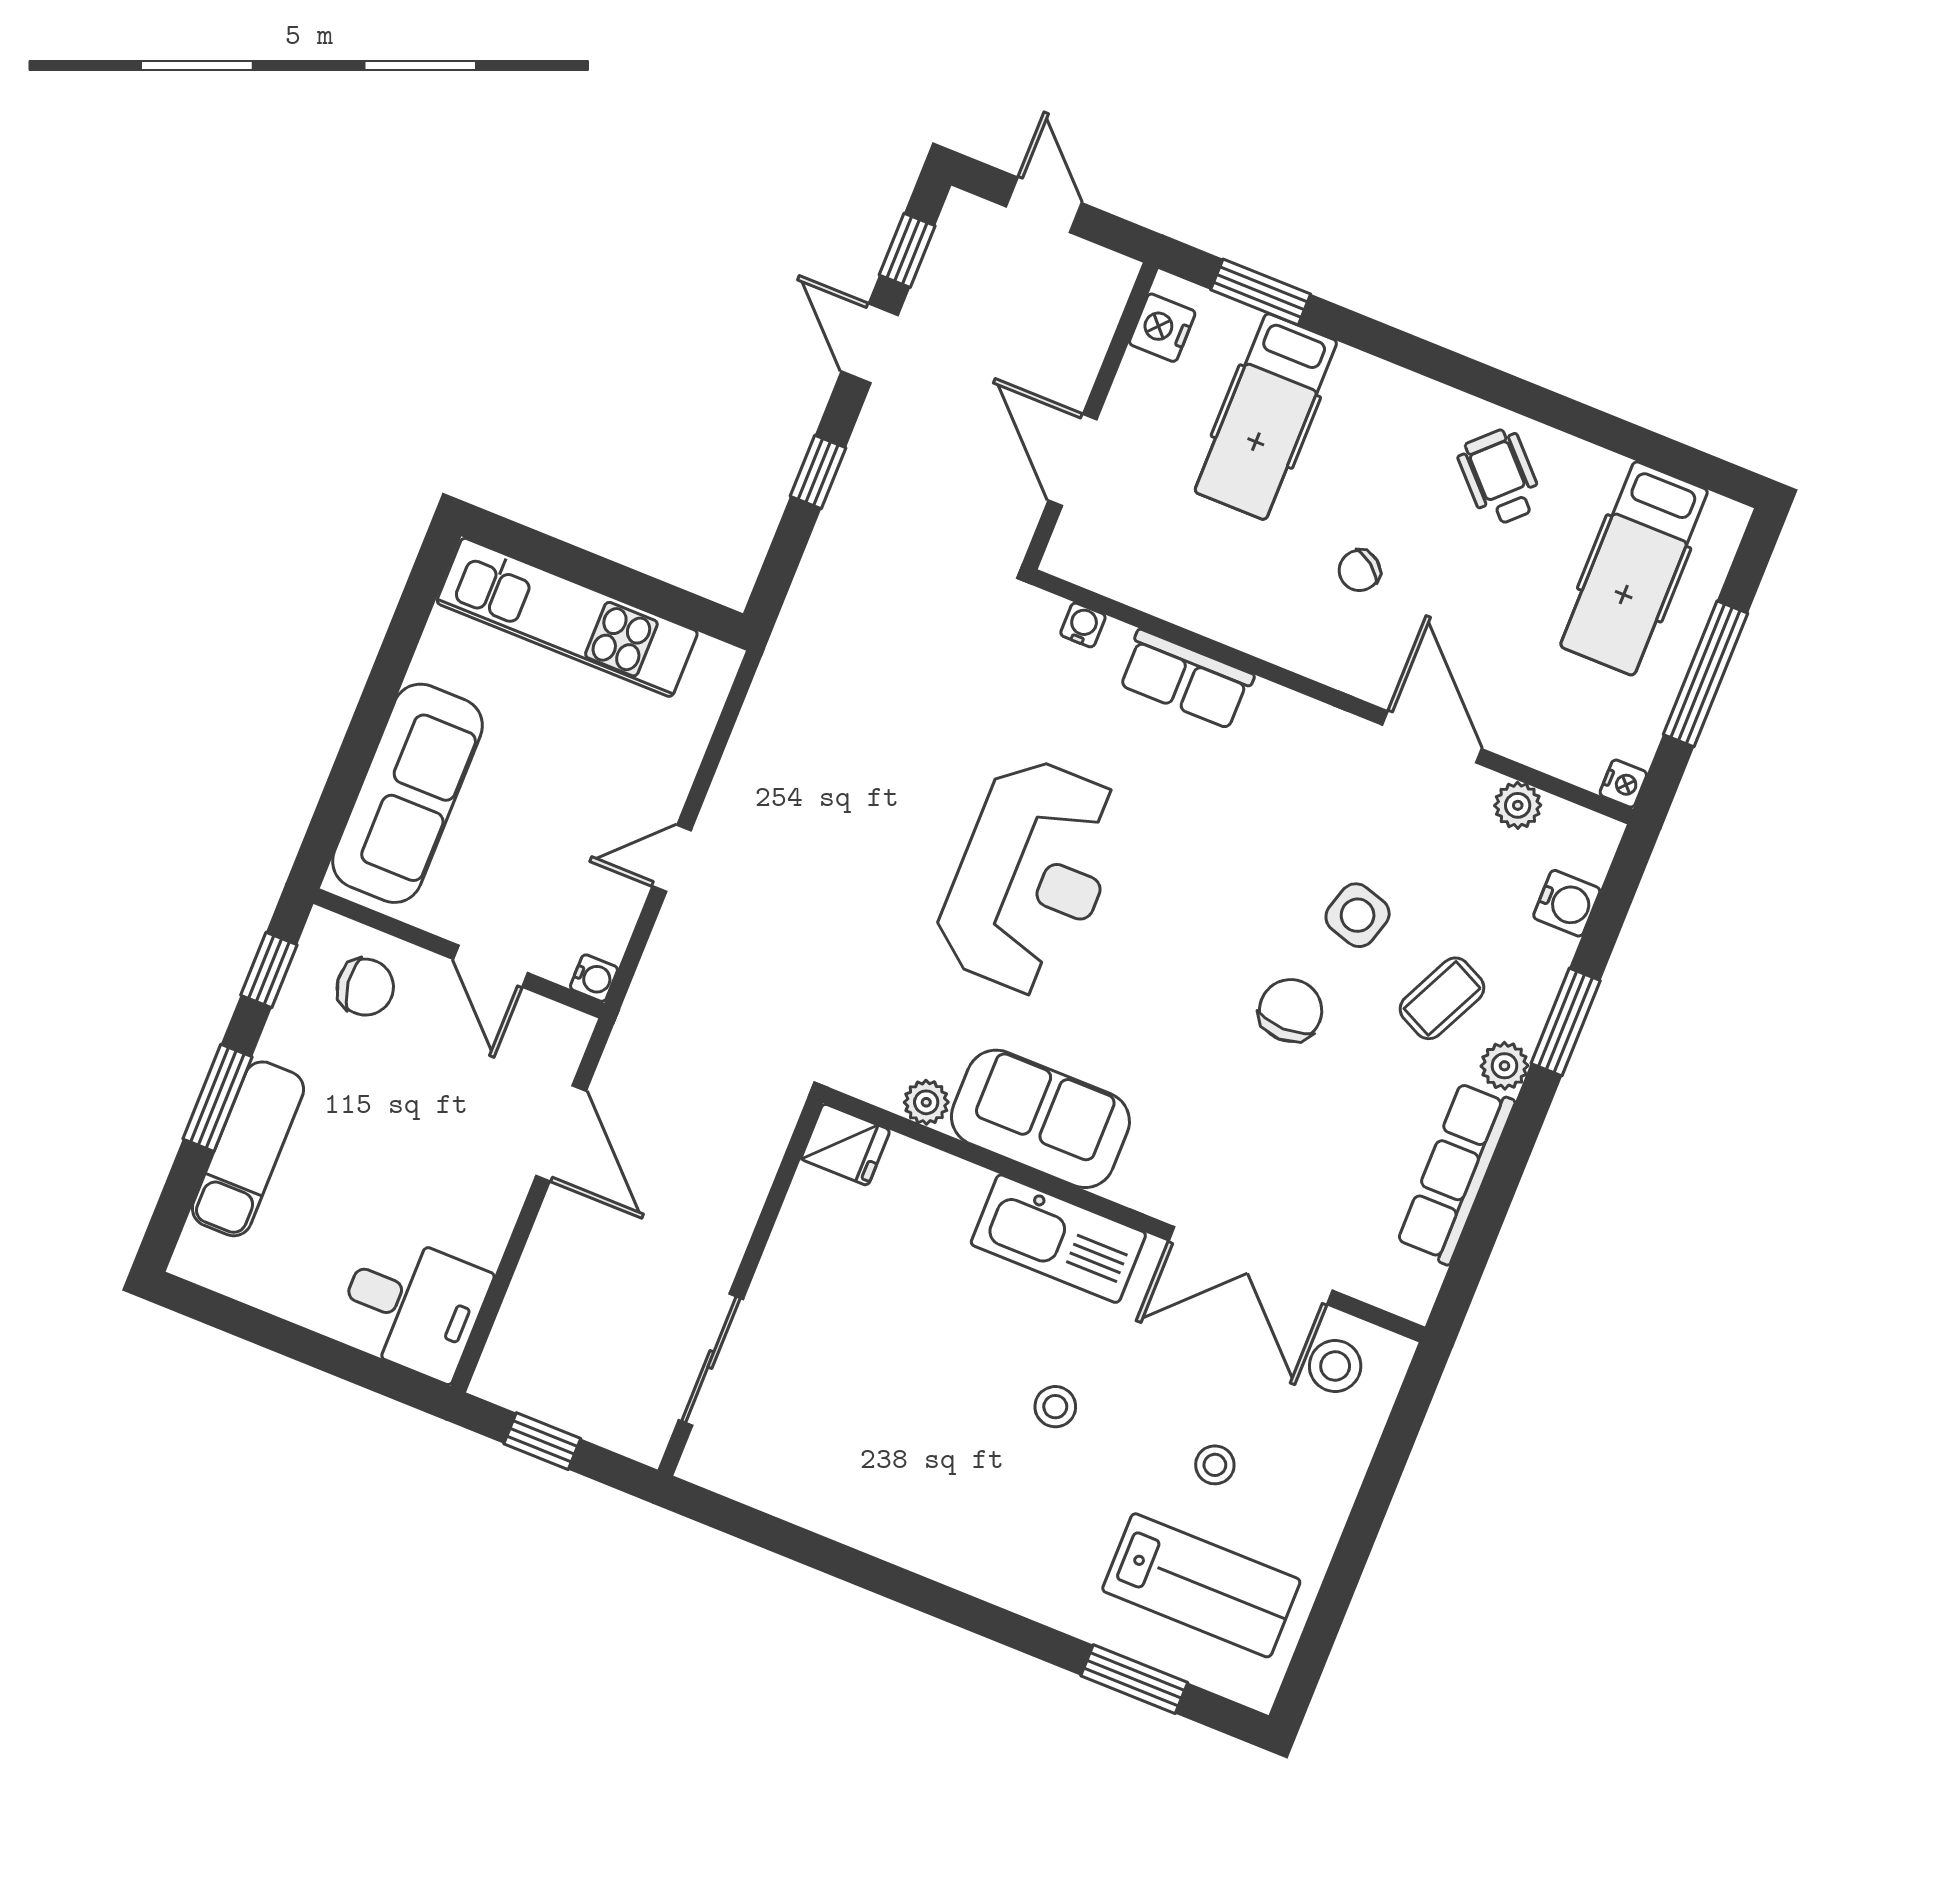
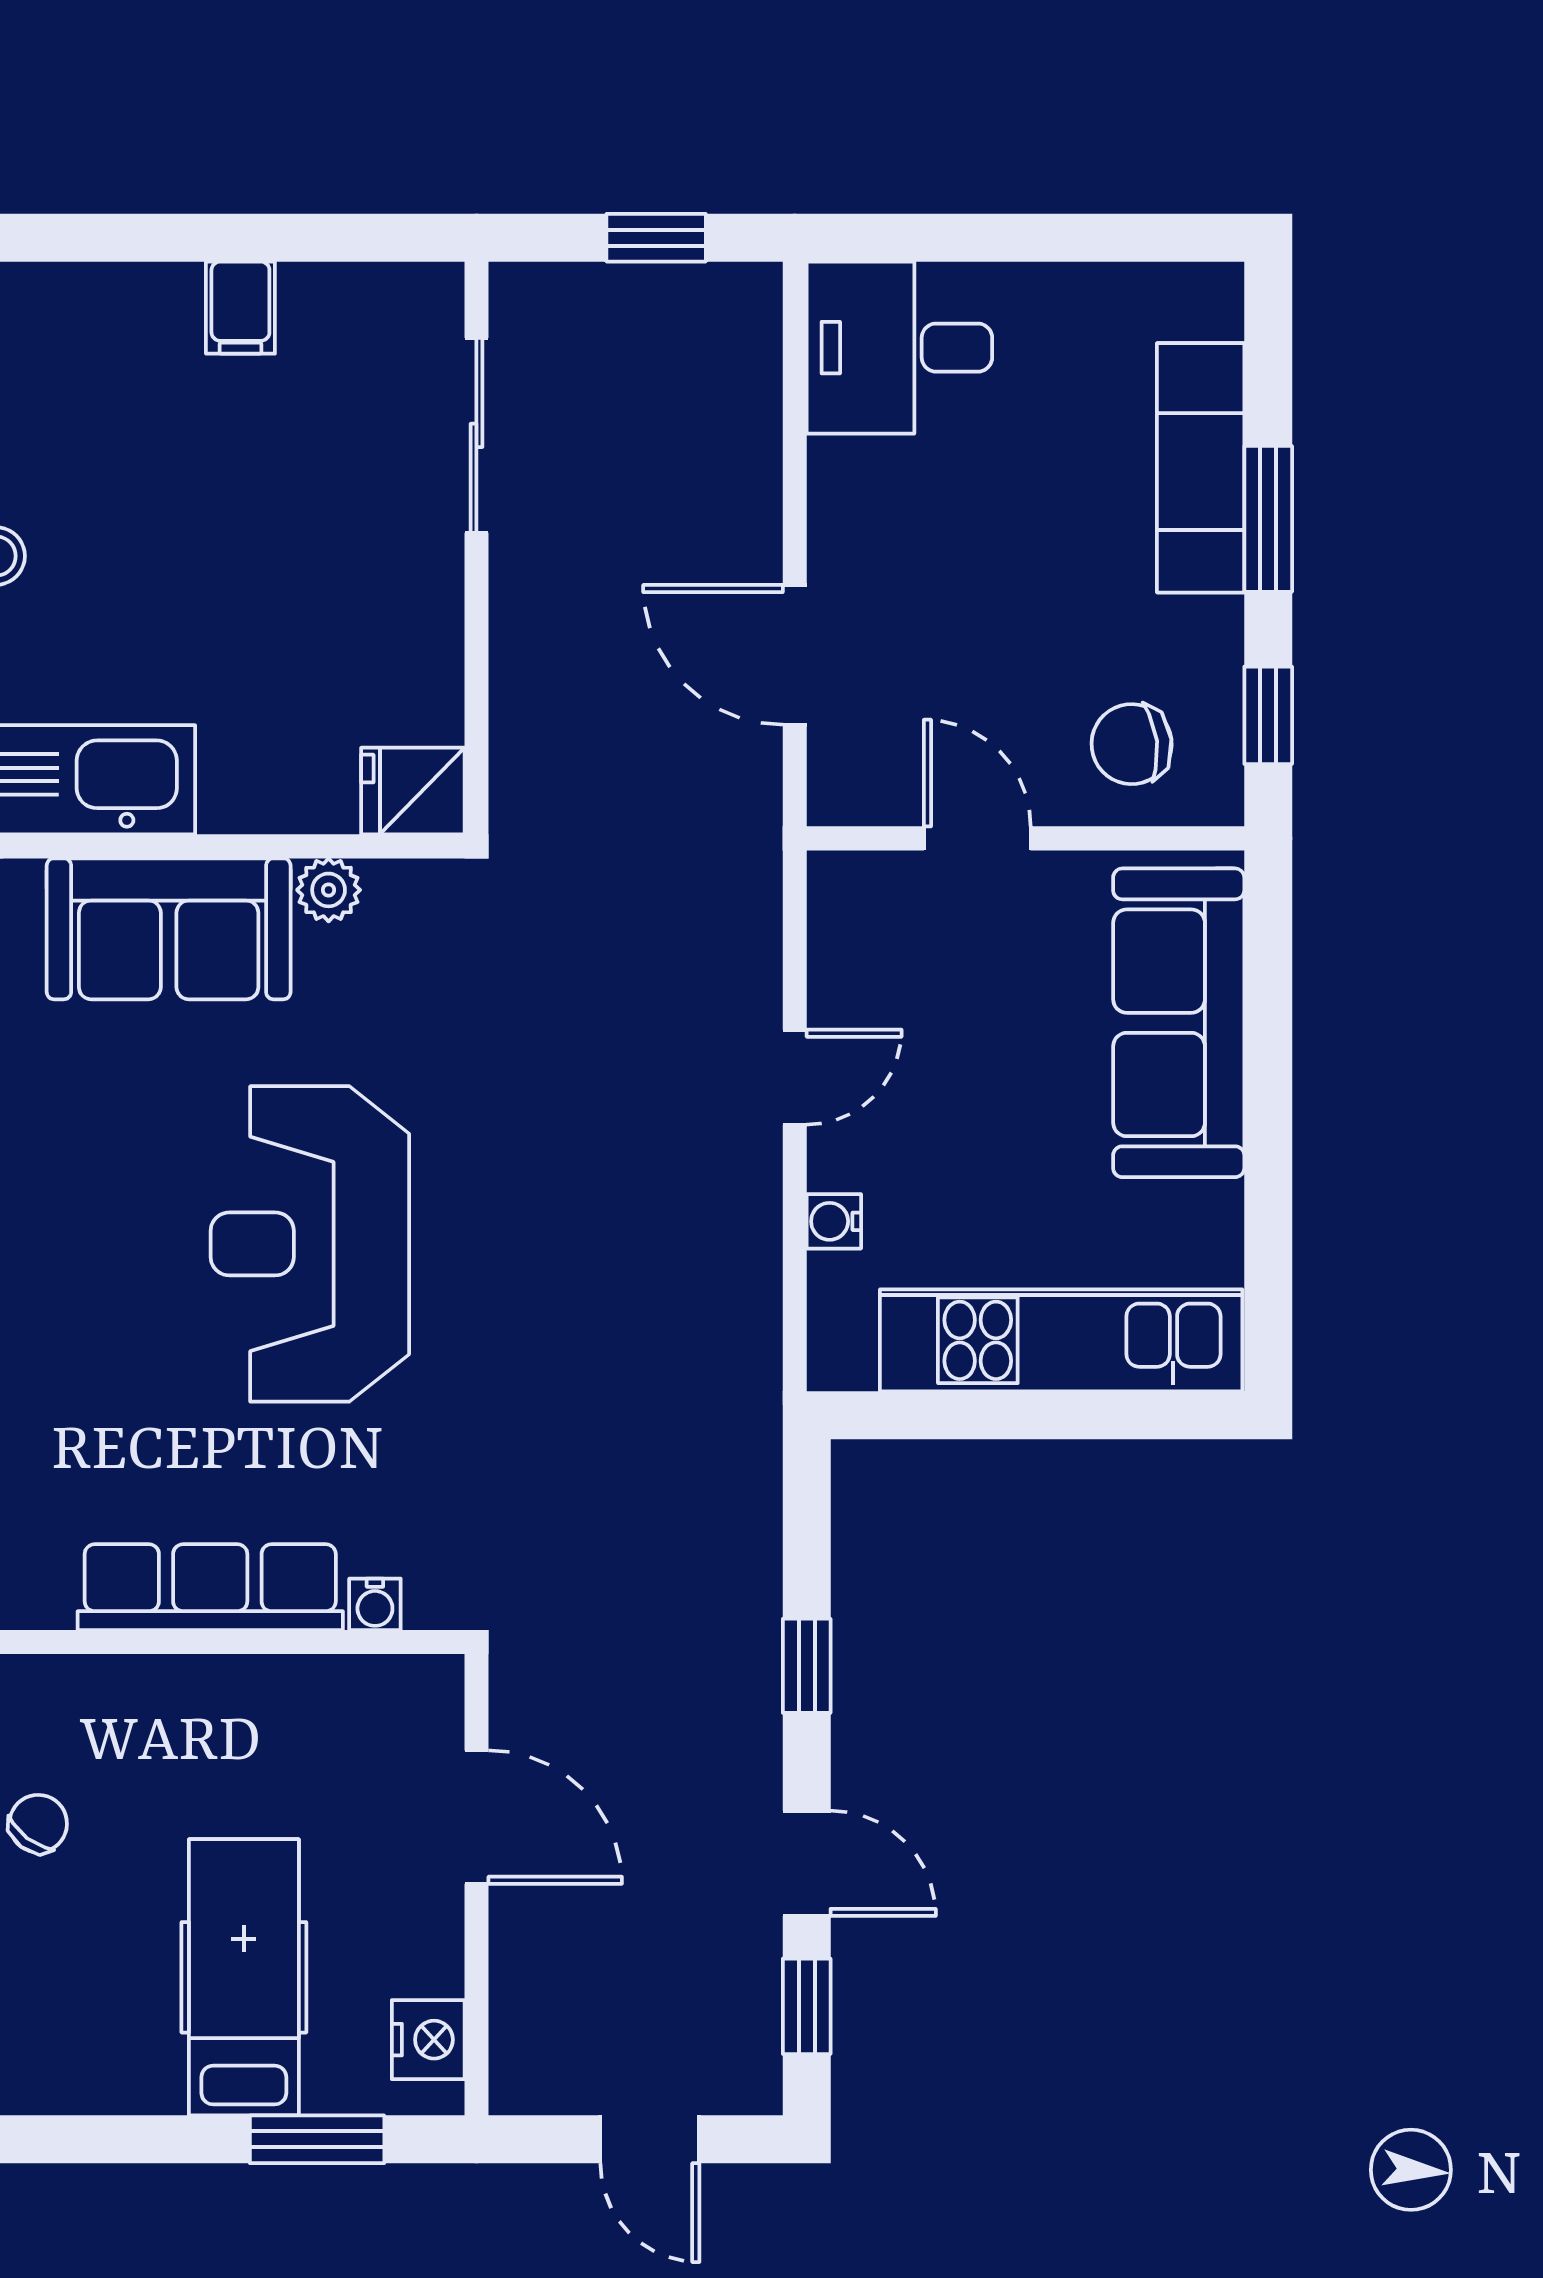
row of seats: (1186, 679) -> (210, 1587), width x1.48
water cooler: (594, 978) -> (834, 1221), moved
filing cabinet: (831, 1504) -> (240, 308), added

